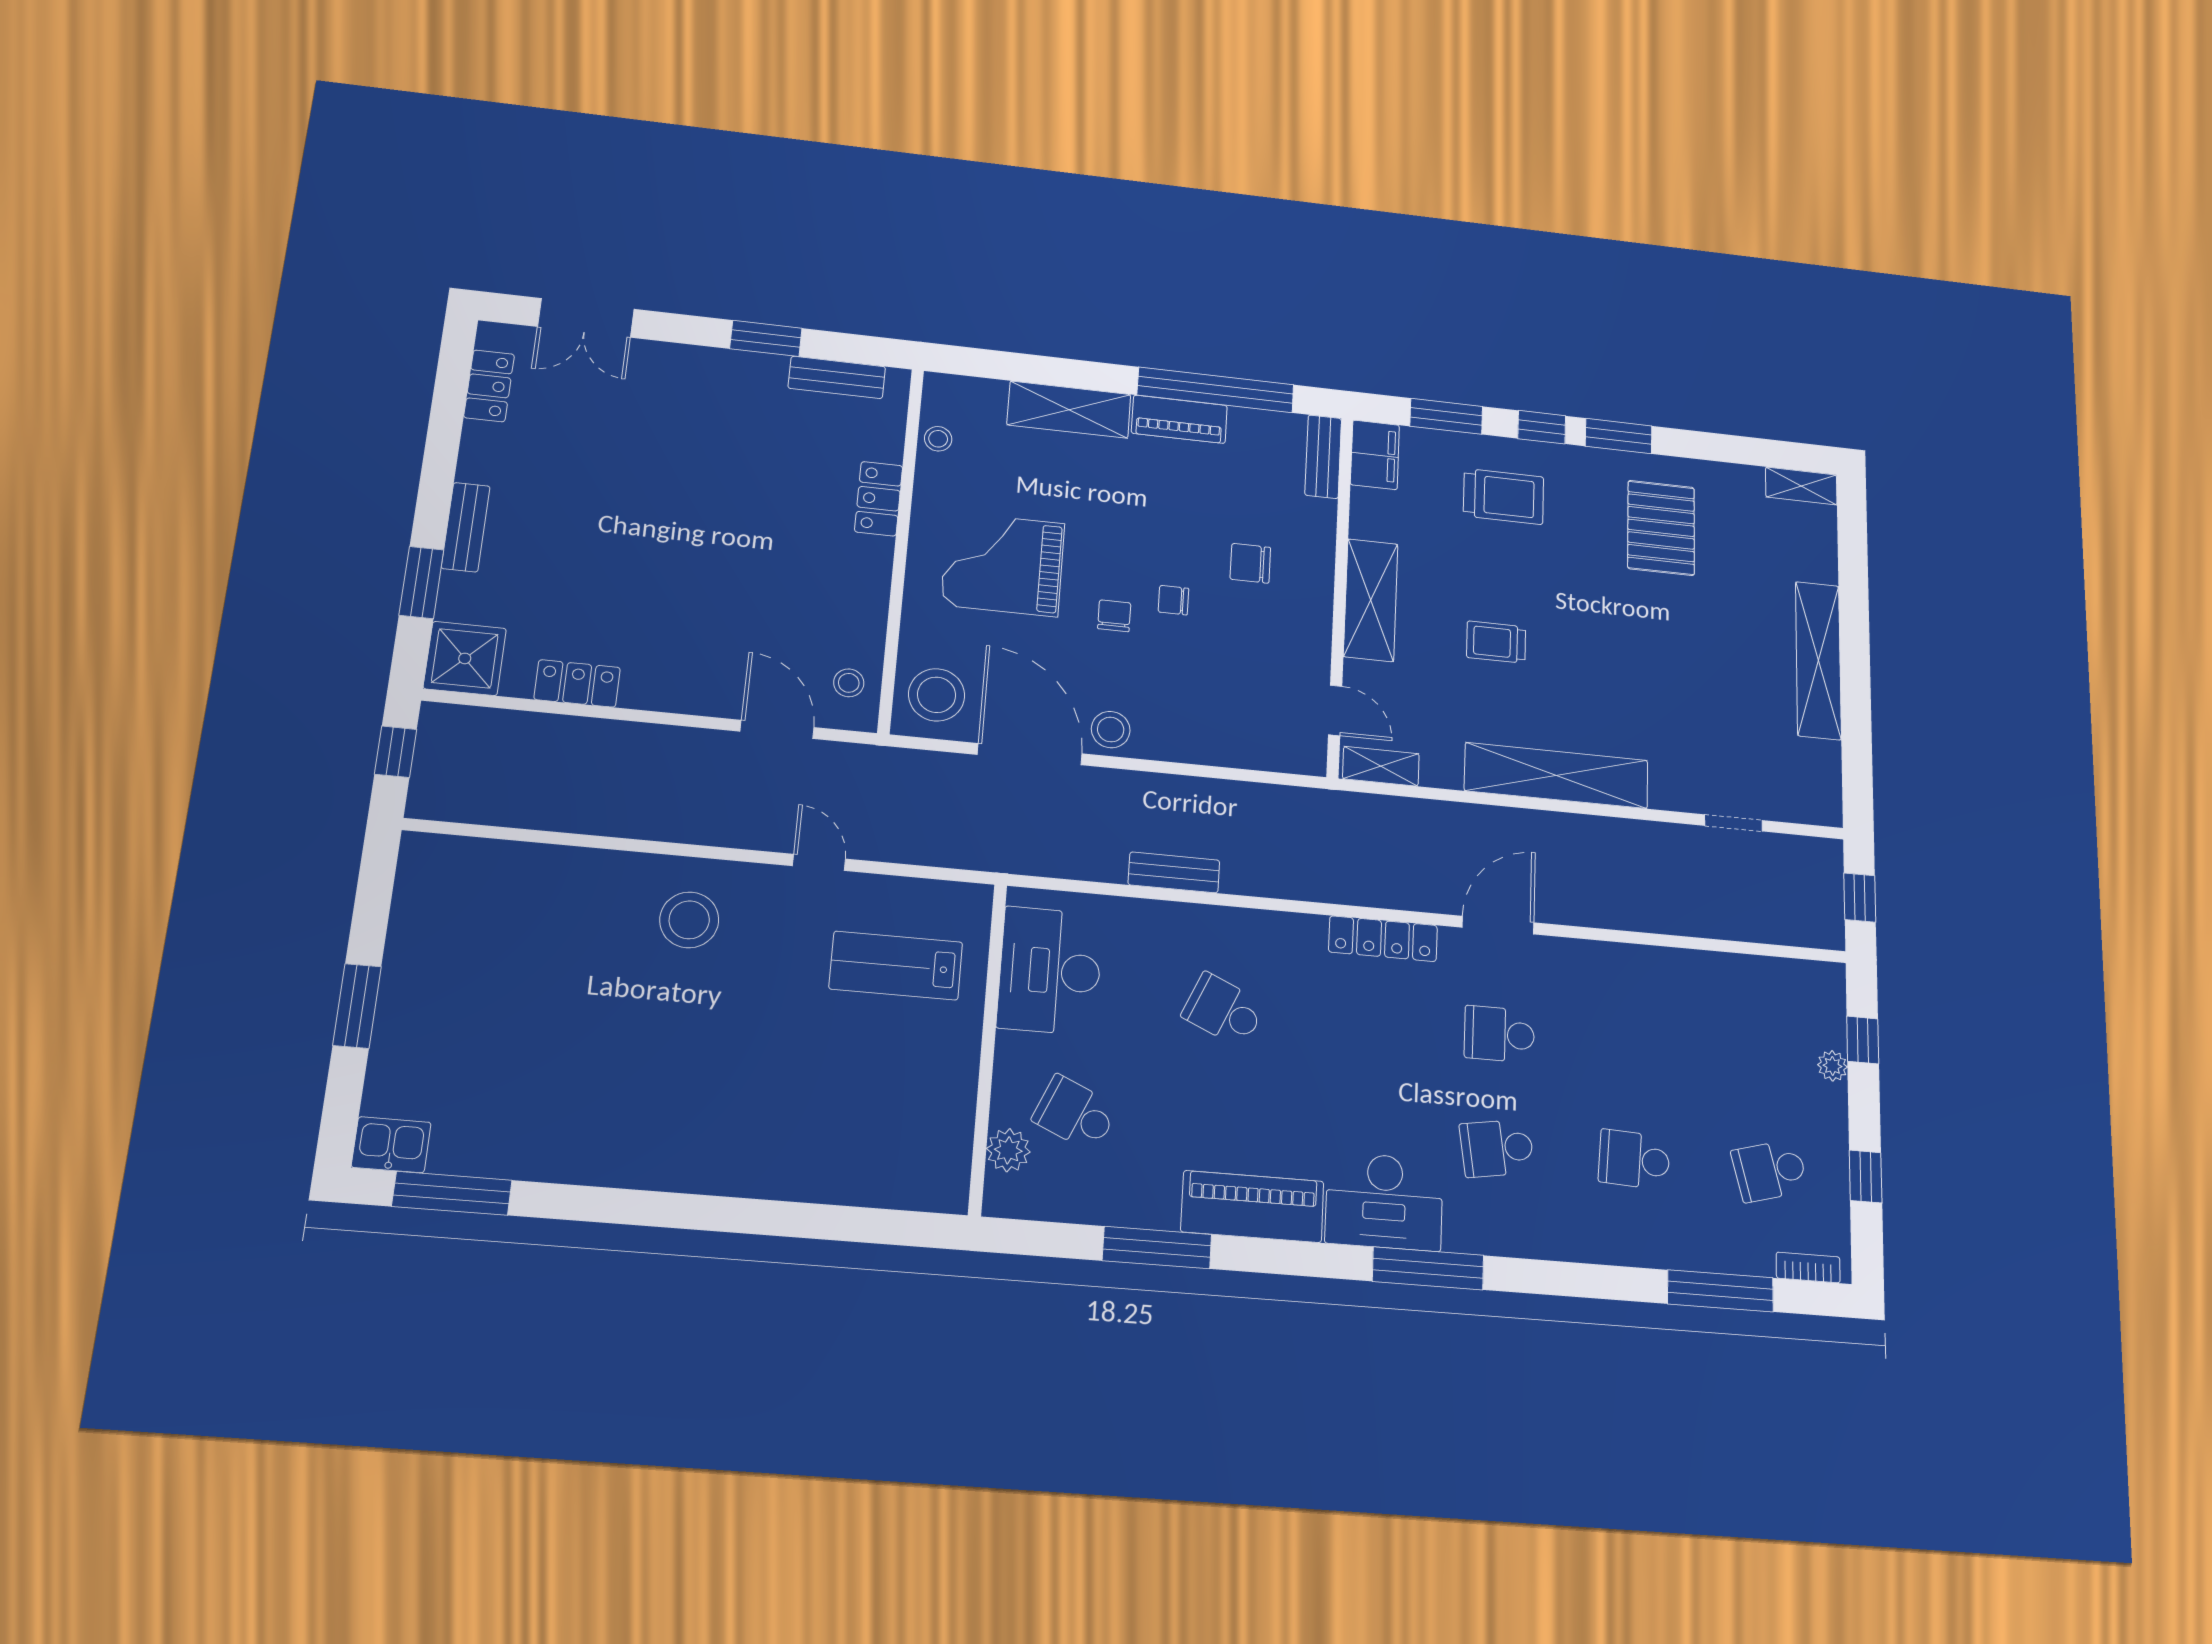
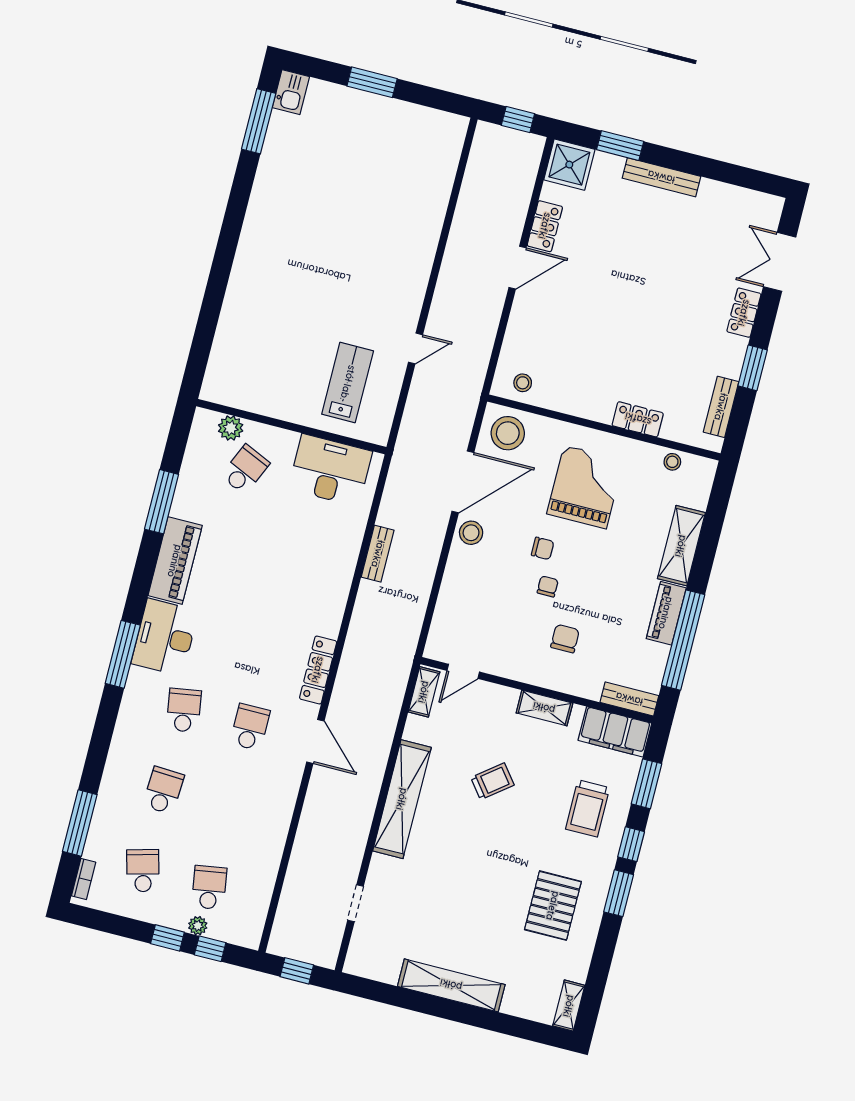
locker: (489, 386) -> (744, 313), moved, turned 90
filing cabinet: (1375, 455) -> (615, 732), width x1.50, depth x1.17
bench: (466, 527) -> (661, 177), width x1.36
pallet: (1661, 528) -> (553, 906), turned 90
shelving: (1371, 600) -> (544, 708), width x0.67, depth x0.75
trolley: (1496, 642) -> (492, 781), turned 52
door: (777, 729) -> (517, 268), moved
stool: (689, 920) -> (393, 270), removed
school desk: (1224, 1010) -> (209, 887), moved, turned -33
window: (1866, 1177) -> (167, 938), moved

